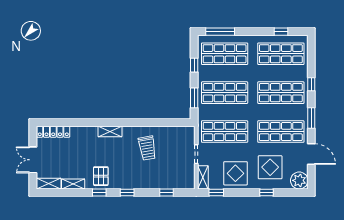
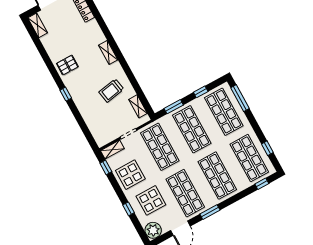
window: (311, 84) -> (262, 184), moved
shelving: (73, 184) -> (138, 106), moved
window: (99, 192) -> (53, 71), removed
window: (167, 192) -> (83, 127), removed

